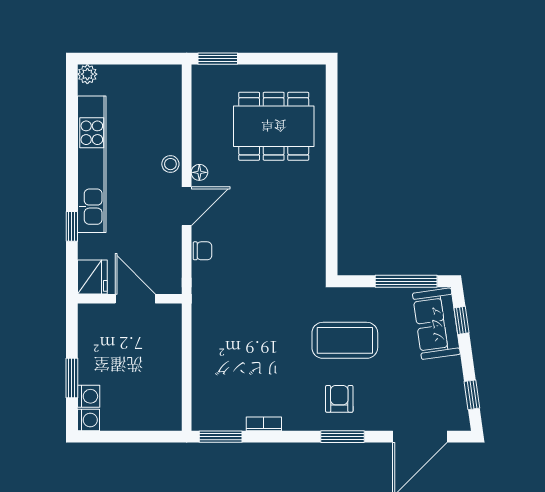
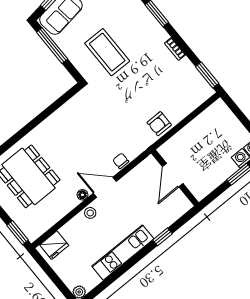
kitchen unit: (92, 164) -> (123, 253), width x0.73
fridge: (92, 277) -> (54, 245), moved, turned 180
armchair: (339, 399) -> (159, 124), moved
bookcase: (264, 424) -> (175, 49), moved

